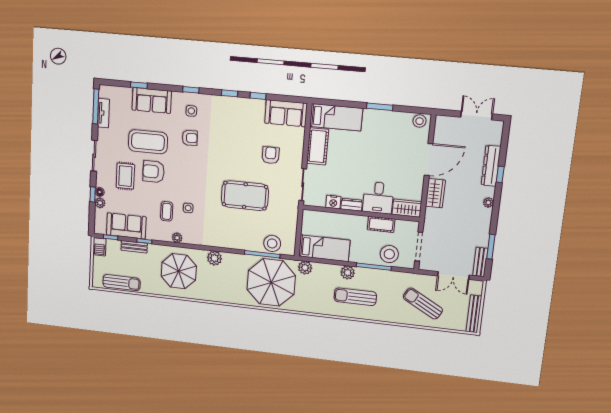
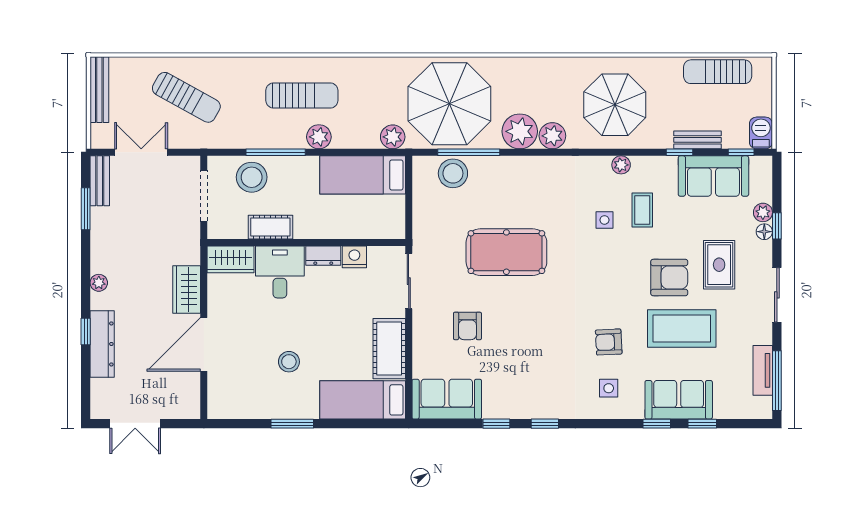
window: (191, 90) -> (657, 424), moved
stool: (420, 121) -> (289, 362), moved
plant: (233, 263) -> (520, 131), added

